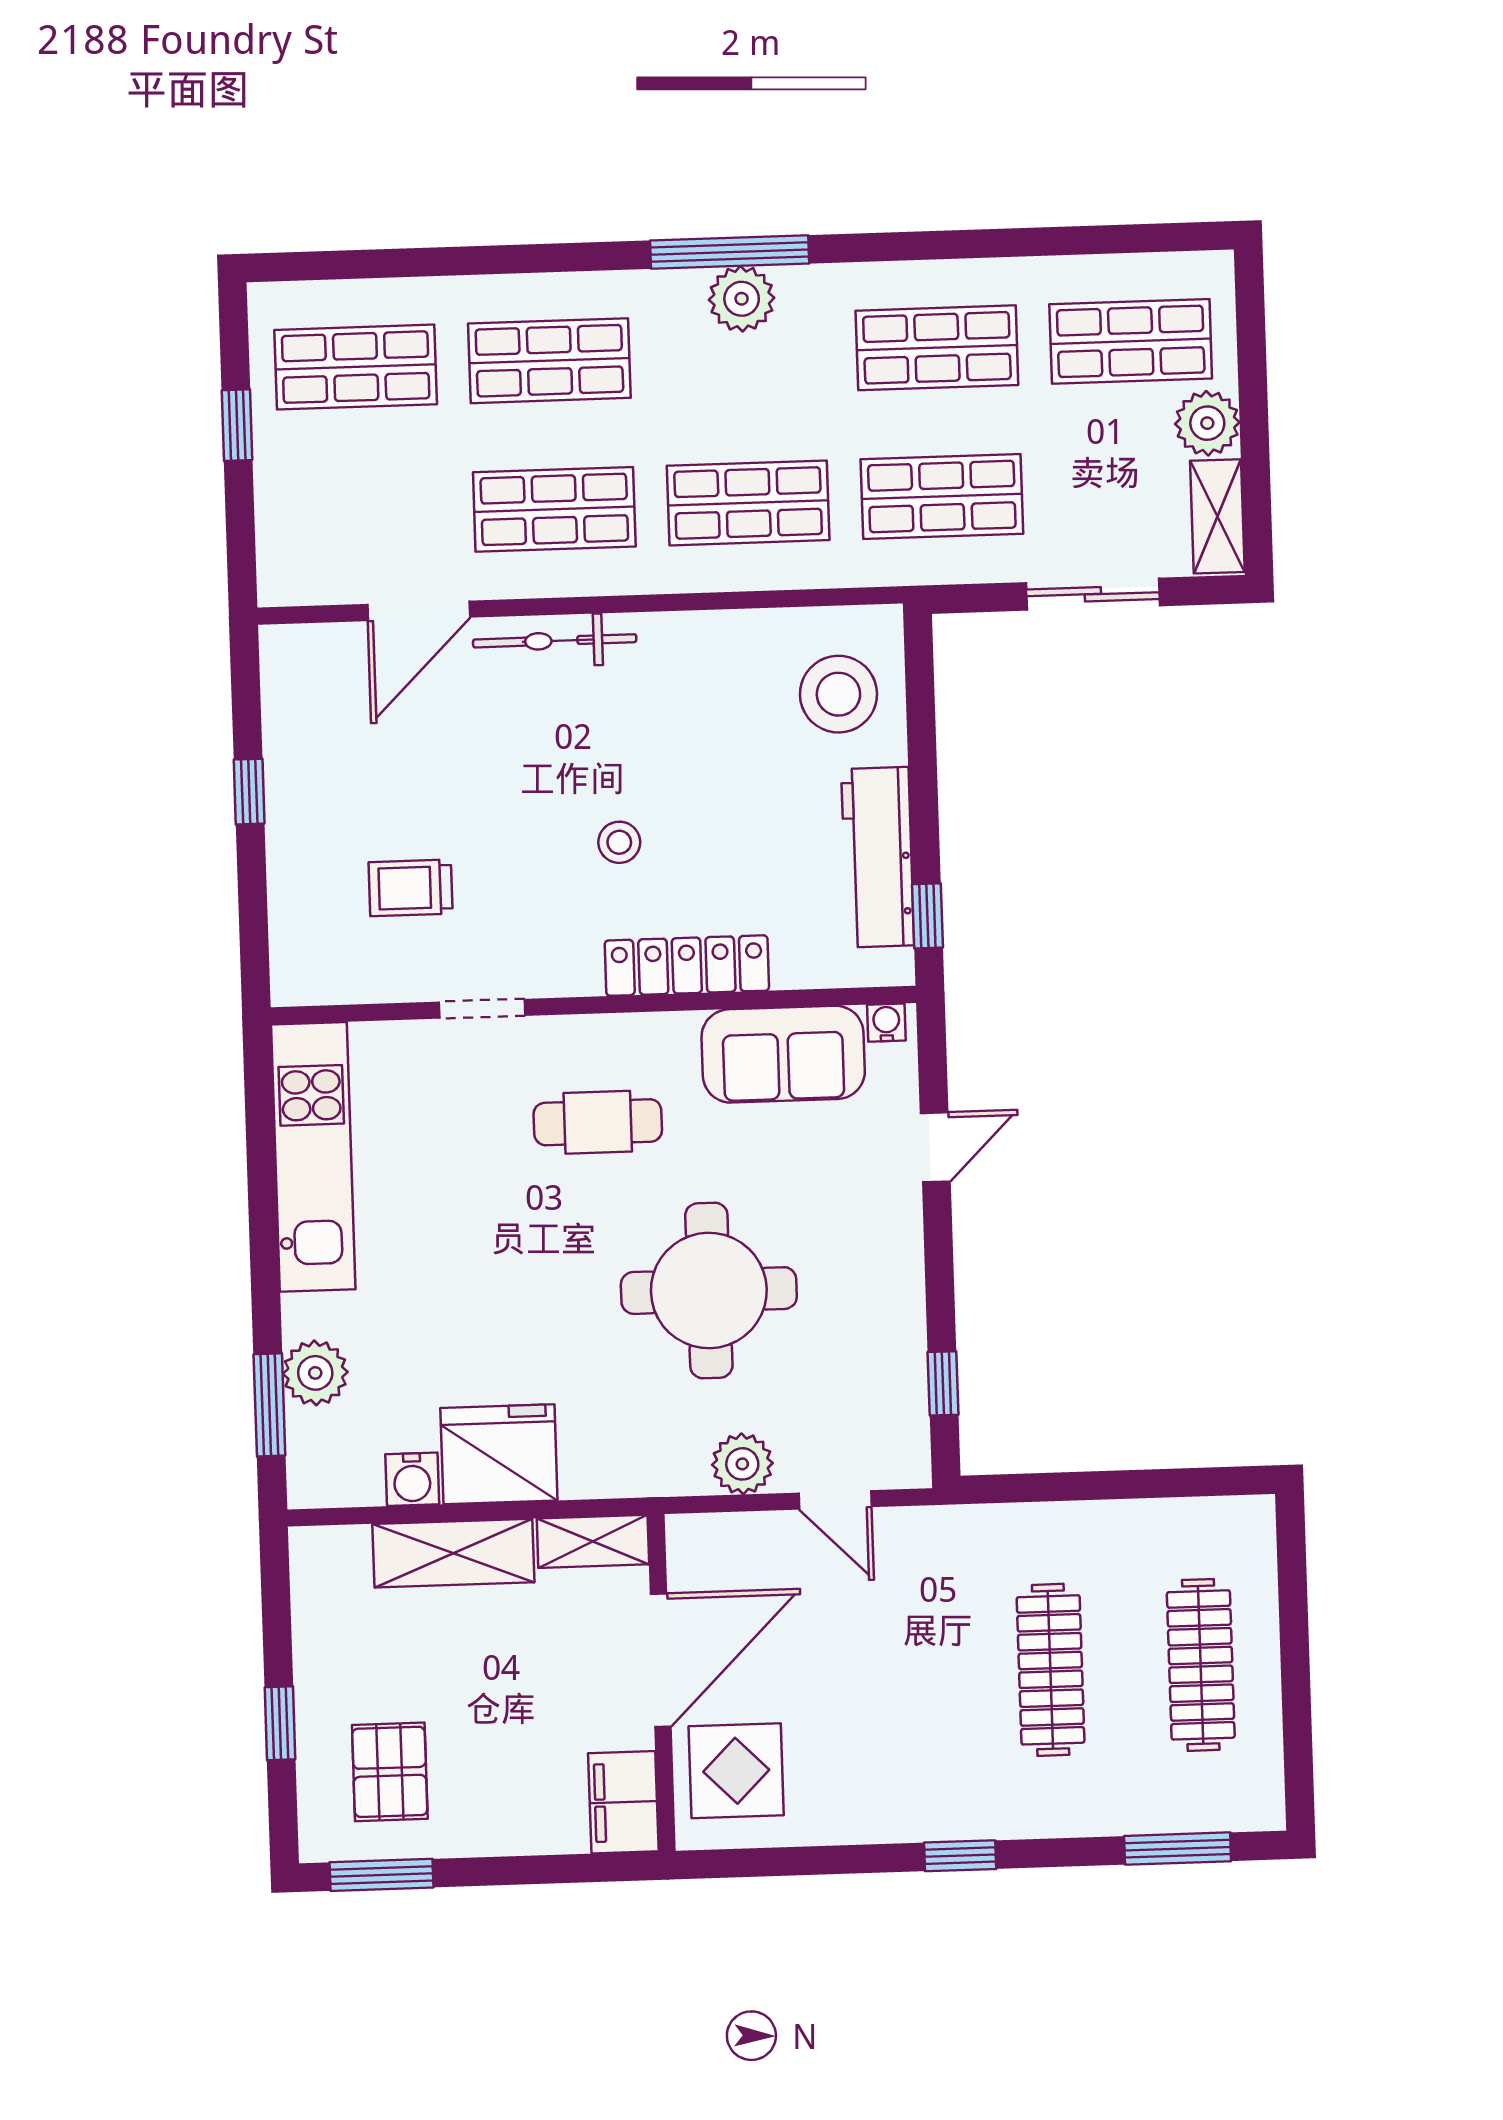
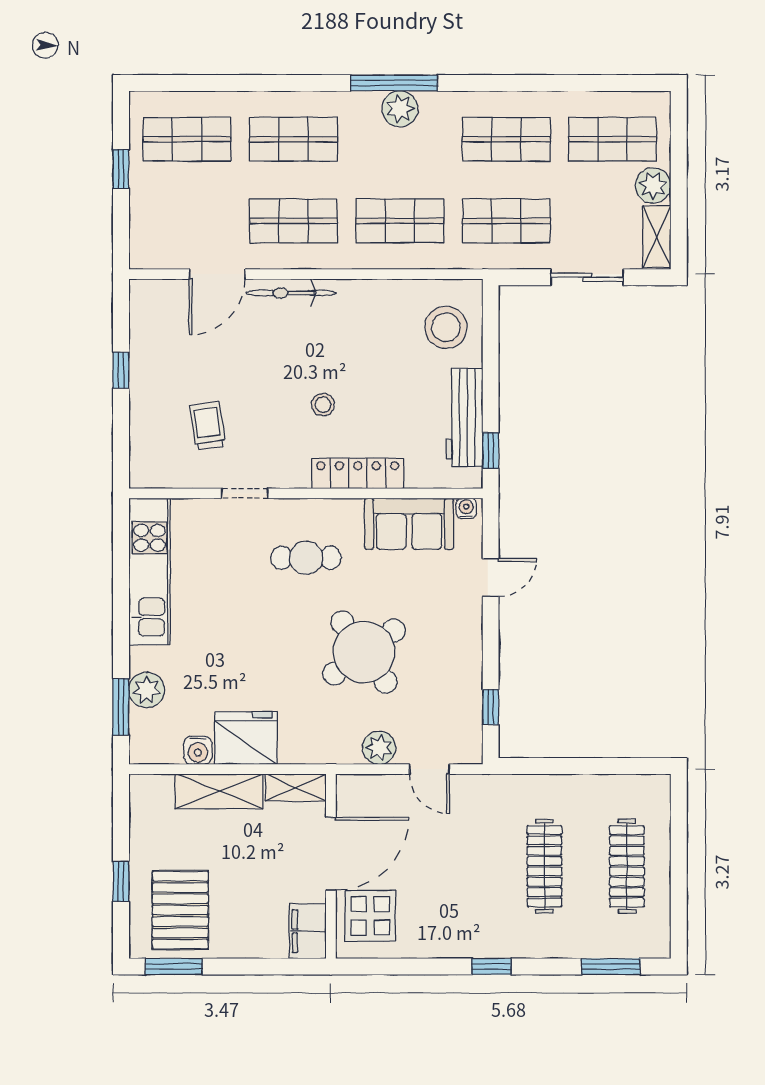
trolley: (411, 888) -> (208, 426), turned 82
round table: (709, 1291) -> (364, 652), turned -36
pallet: (390, 1772) -> (180, 910), width x1.50, depth x1.42

